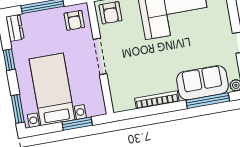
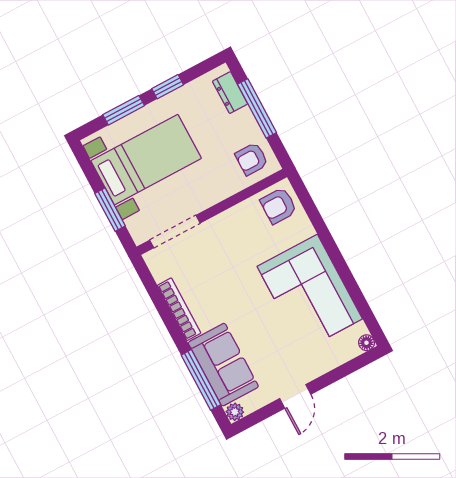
dresser: (15, 28) -> (230, 93), moved, turned 90
doorway: (100, 56) -> (175, 232), moved
window: (18, 109) -> (124, 110), moved

